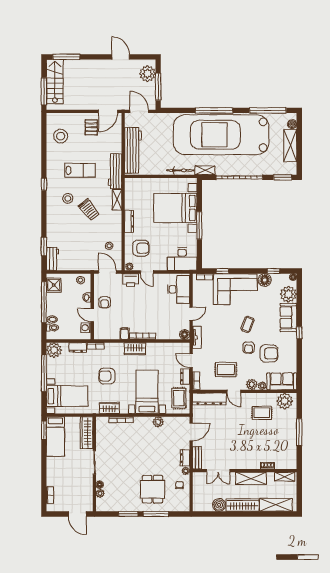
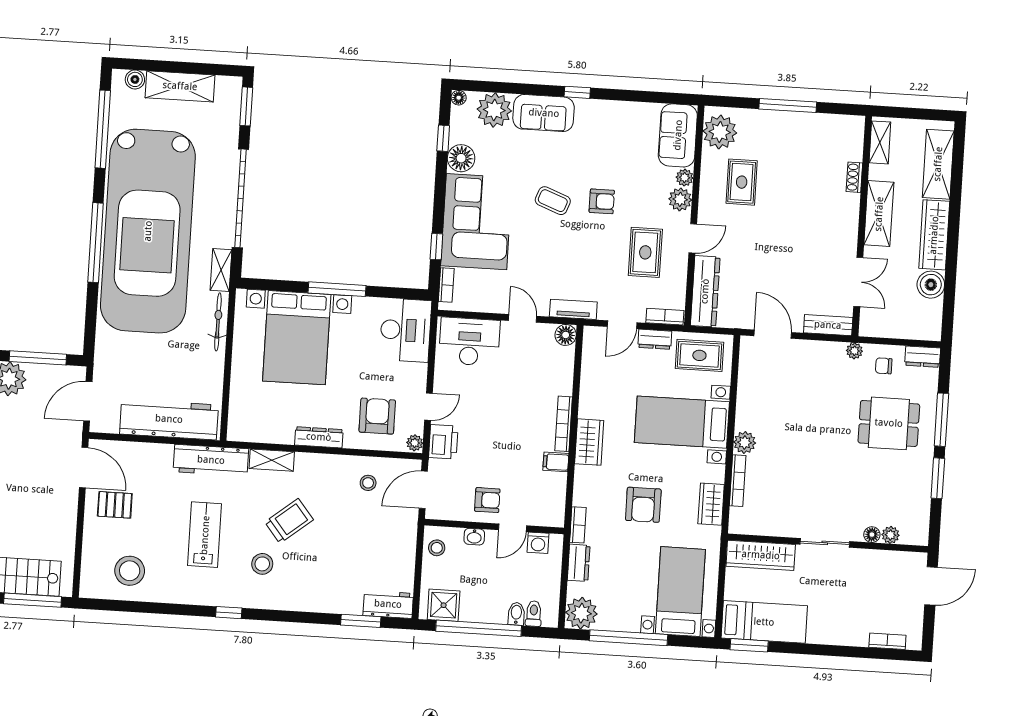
armchair: (269, 353) -> (617, 159), removed
plant: (158, 422) -> (745, 442), moved
dresser: (185, 458) -> (923, 357), moved

